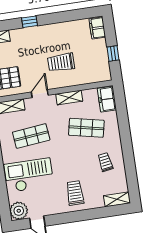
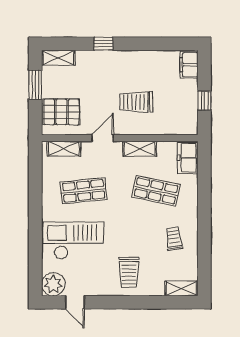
trolley: (75, 193) -> (129, 272), turned 180

